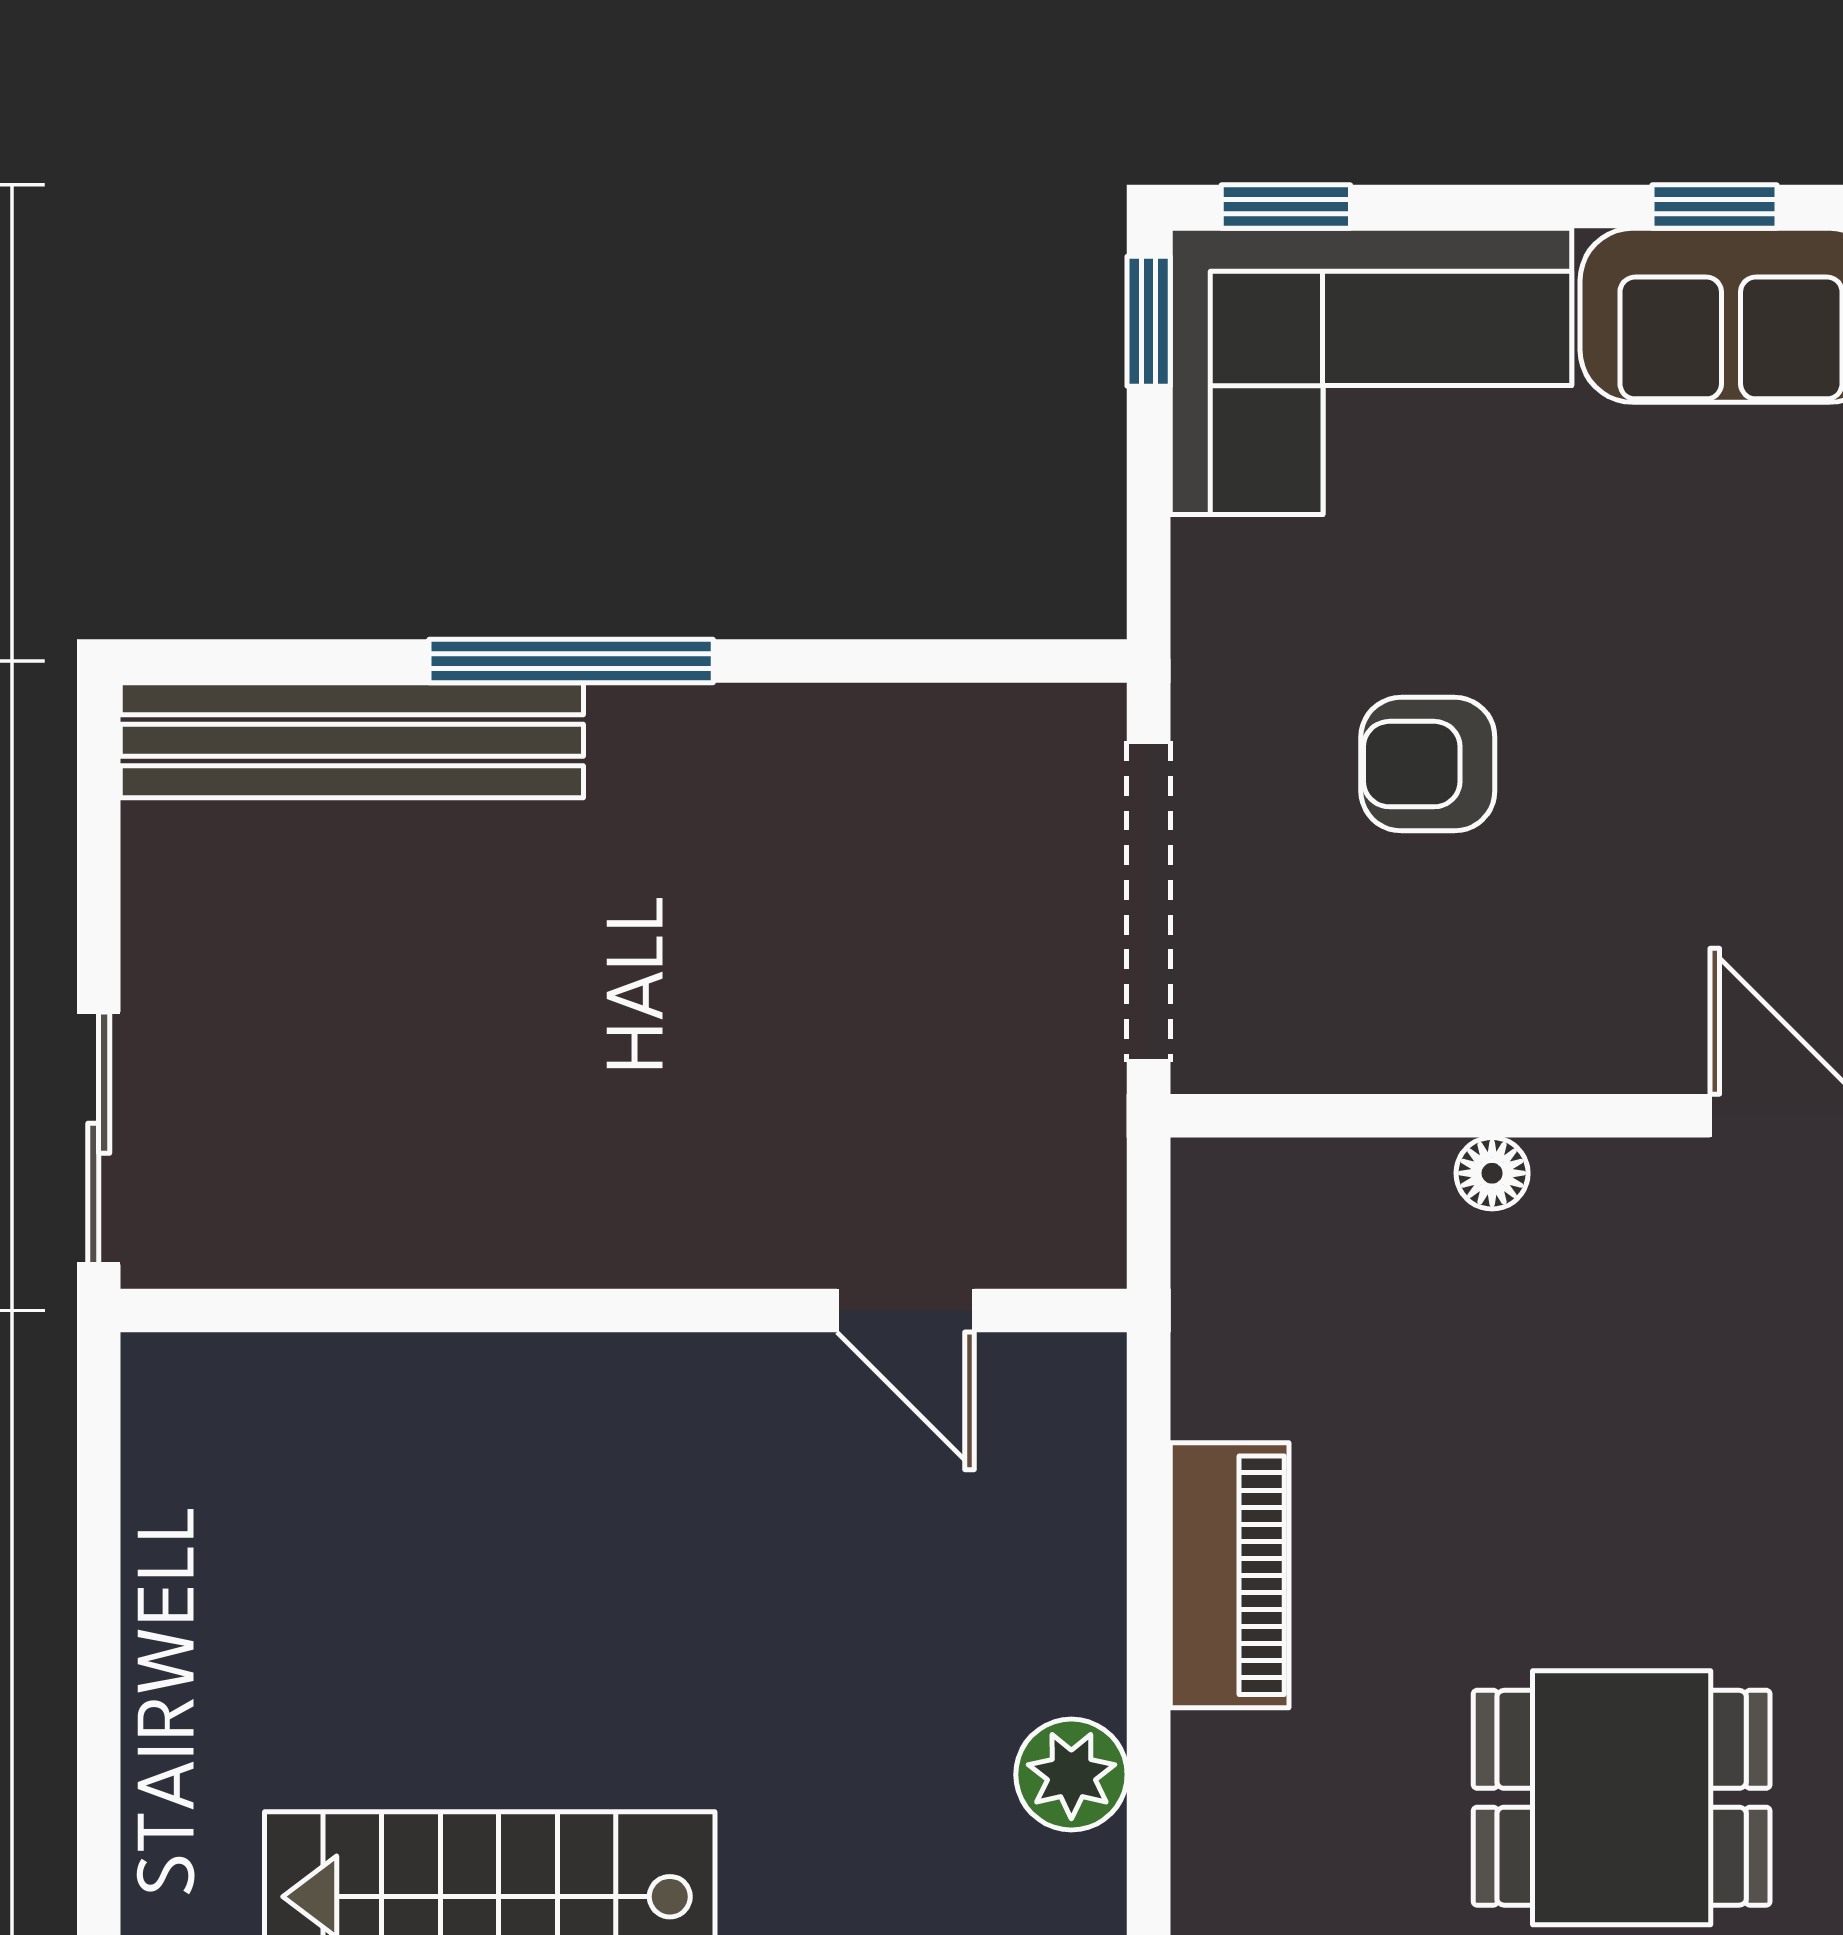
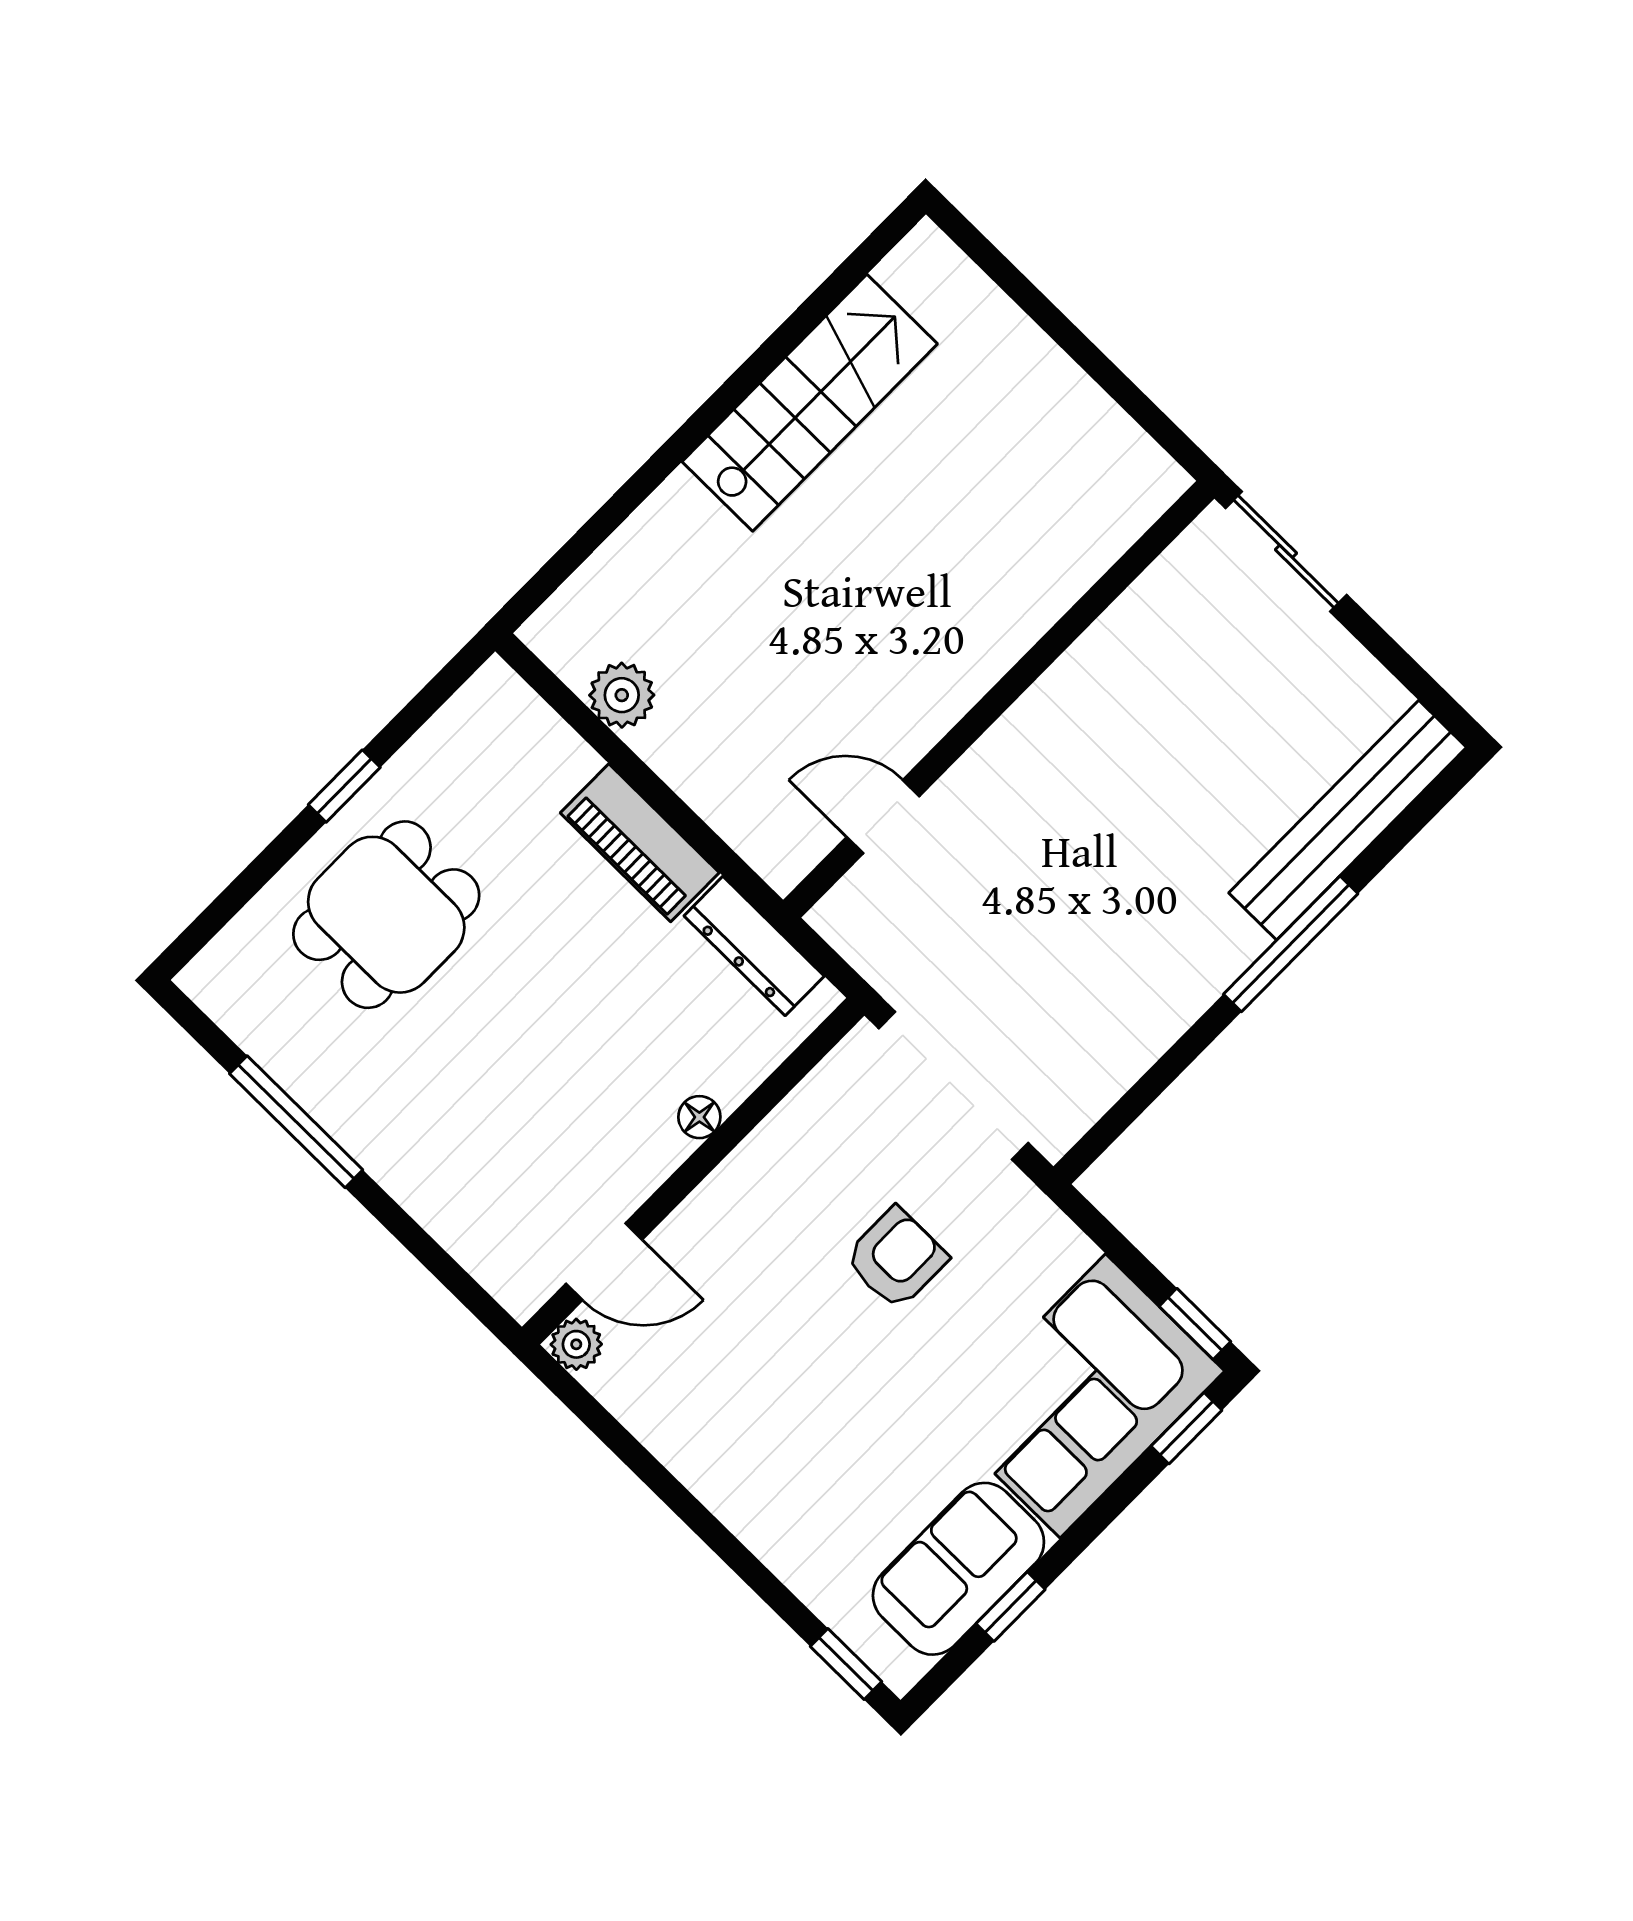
dresser: (1218, 1312) -> (754, 946), added

